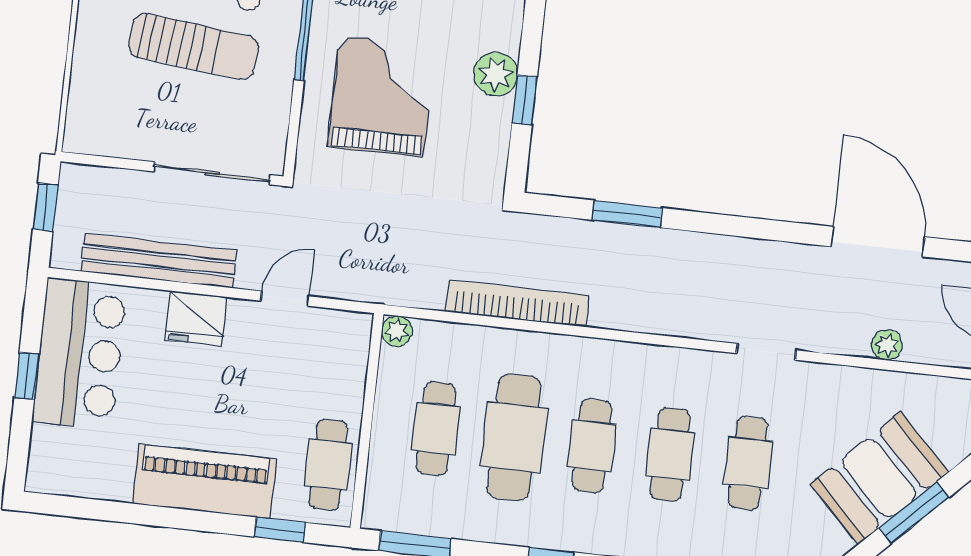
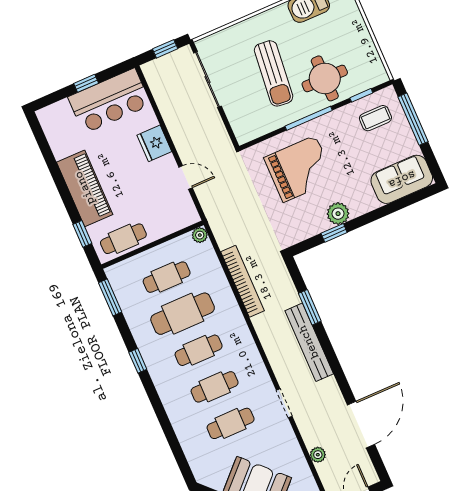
sliding door: (212, 173) -> (207, 80), moved
bench: (159, 261) -> (309, 342), moved

